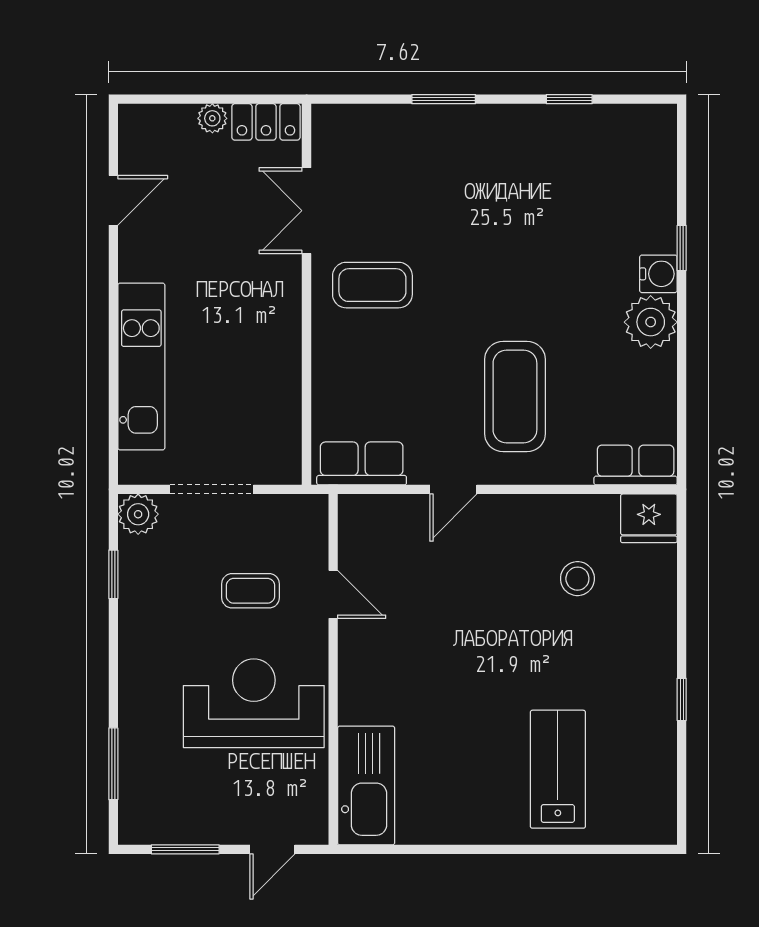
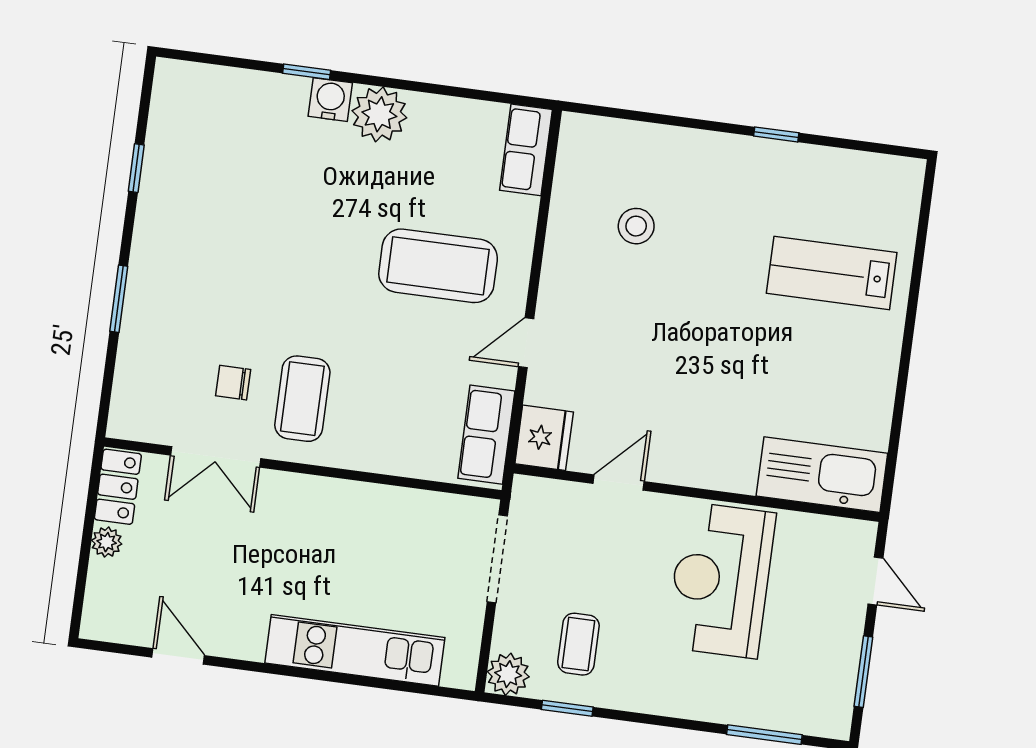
chair: (379, 218) -> (233, 383), added
doorway: (212, 489) -> (497, 559), moved
door: (453, 489) -> (526, 343), swing flipped
fridge: (649, 518) -> (544, 438), moved
coffee table: (251, 591) -> (578, 644), moved

